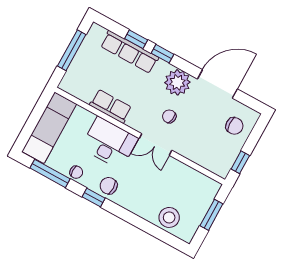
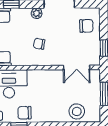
plant: (177, 82) -> (37, 13), width x0.53, depth x0.53
double door: (156, 144) -> (77, 67), moved

